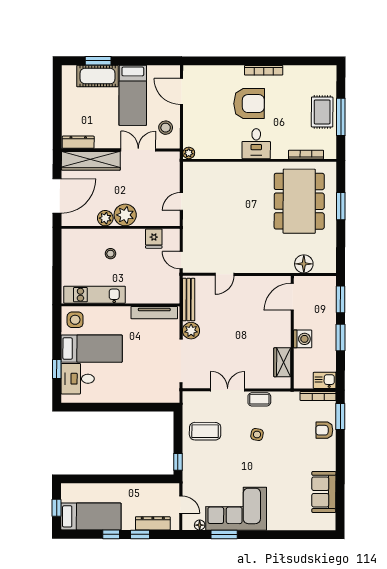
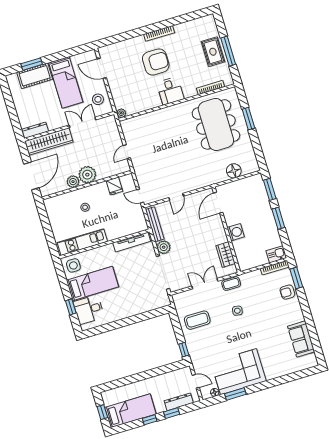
door: (292, 297) -> (218, 203), moved
wall: (292, 332) -> (226, 230), moved
washing machine: (303, 339) -> (236, 232), moved
wardrobe: (282, 362) -> (226, 255), moved

